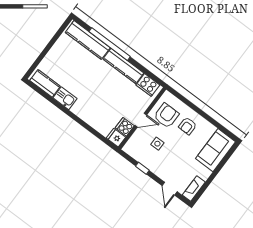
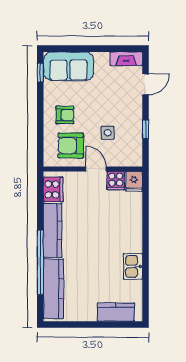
kitchen counter: (45, 83) -> (116, 312), moved, turned 90
window: (224, 130) -> (40, 73), added

